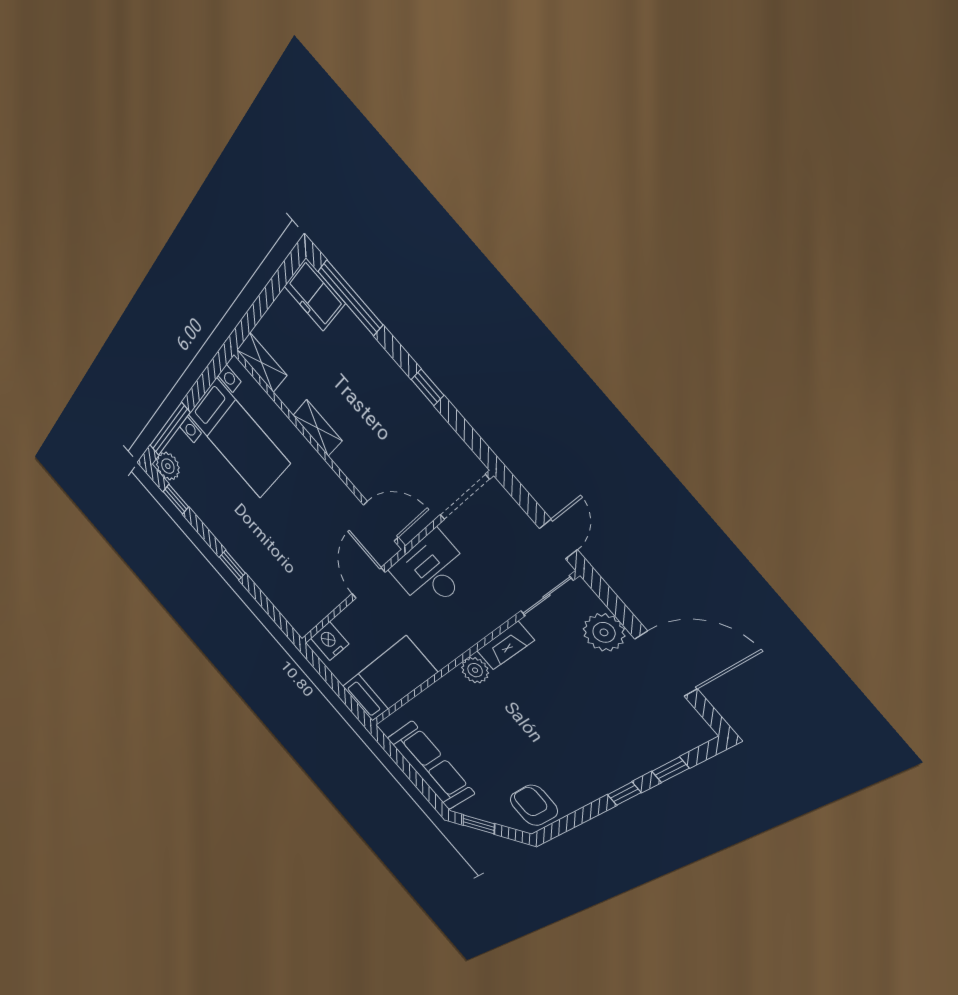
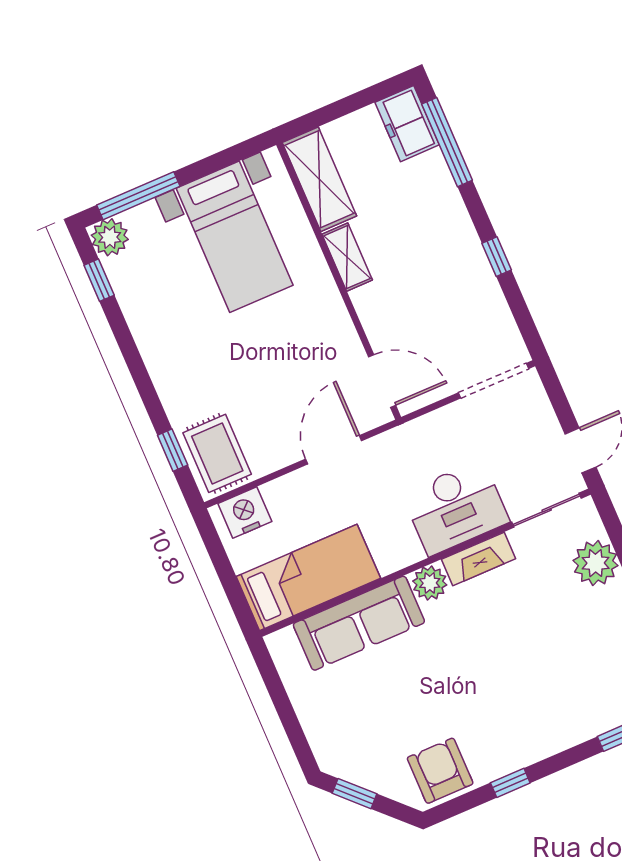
shelving: (262, 363) -> (319, 179), width x1.50, depth x1.33
window: (232, 565) -> (173, 450), moved
desk: (431, 572) -> (456, 508), moved, turned 180
rug: (296, 603) -> (217, 453), added
sofa: (431, 766) -> (359, 623), moved, turned 90
window: (624, 794) -> (510, 783), moved

